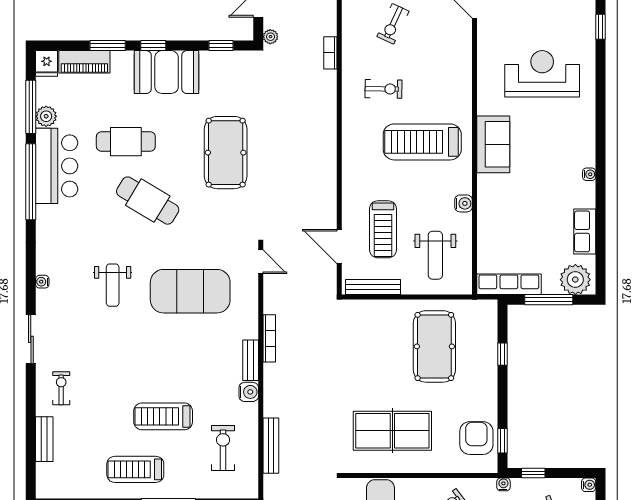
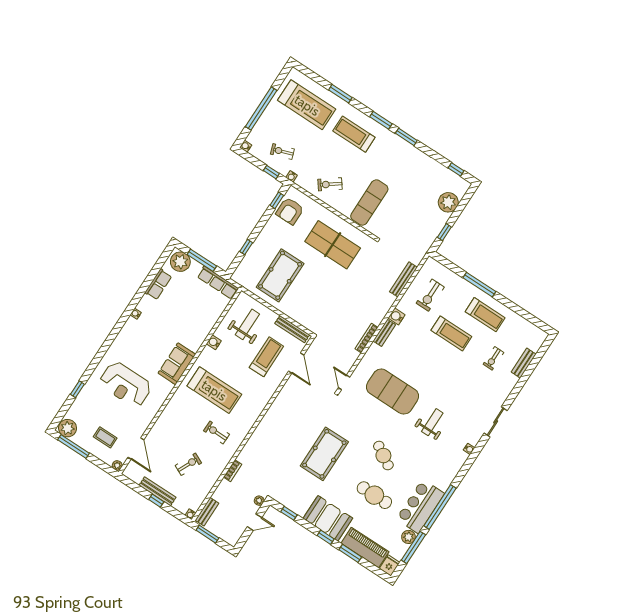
piano: (84, 62) -> (365, 548), width x1.37, depth x1.33
cafe table: (148, 201) -> (383, 456), width x0.73, depth x0.74
exercise bike: (61, 388) -> (493, 358), moved

